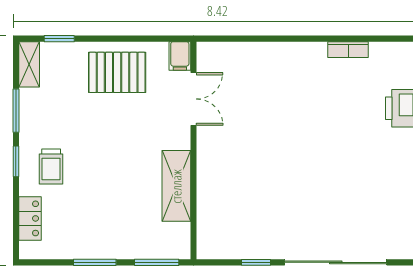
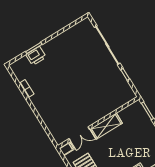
double door: (194, 99) -> (79, 134), swing flipped
shelving: (176, 186) -> (106, 126), moved

